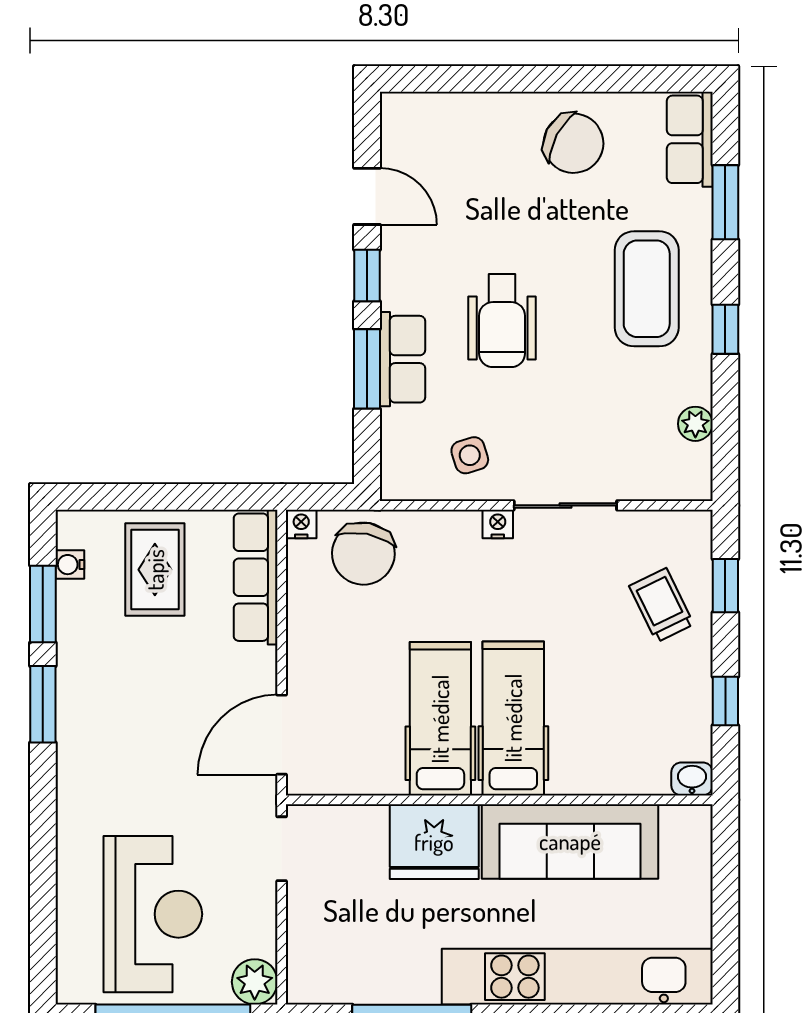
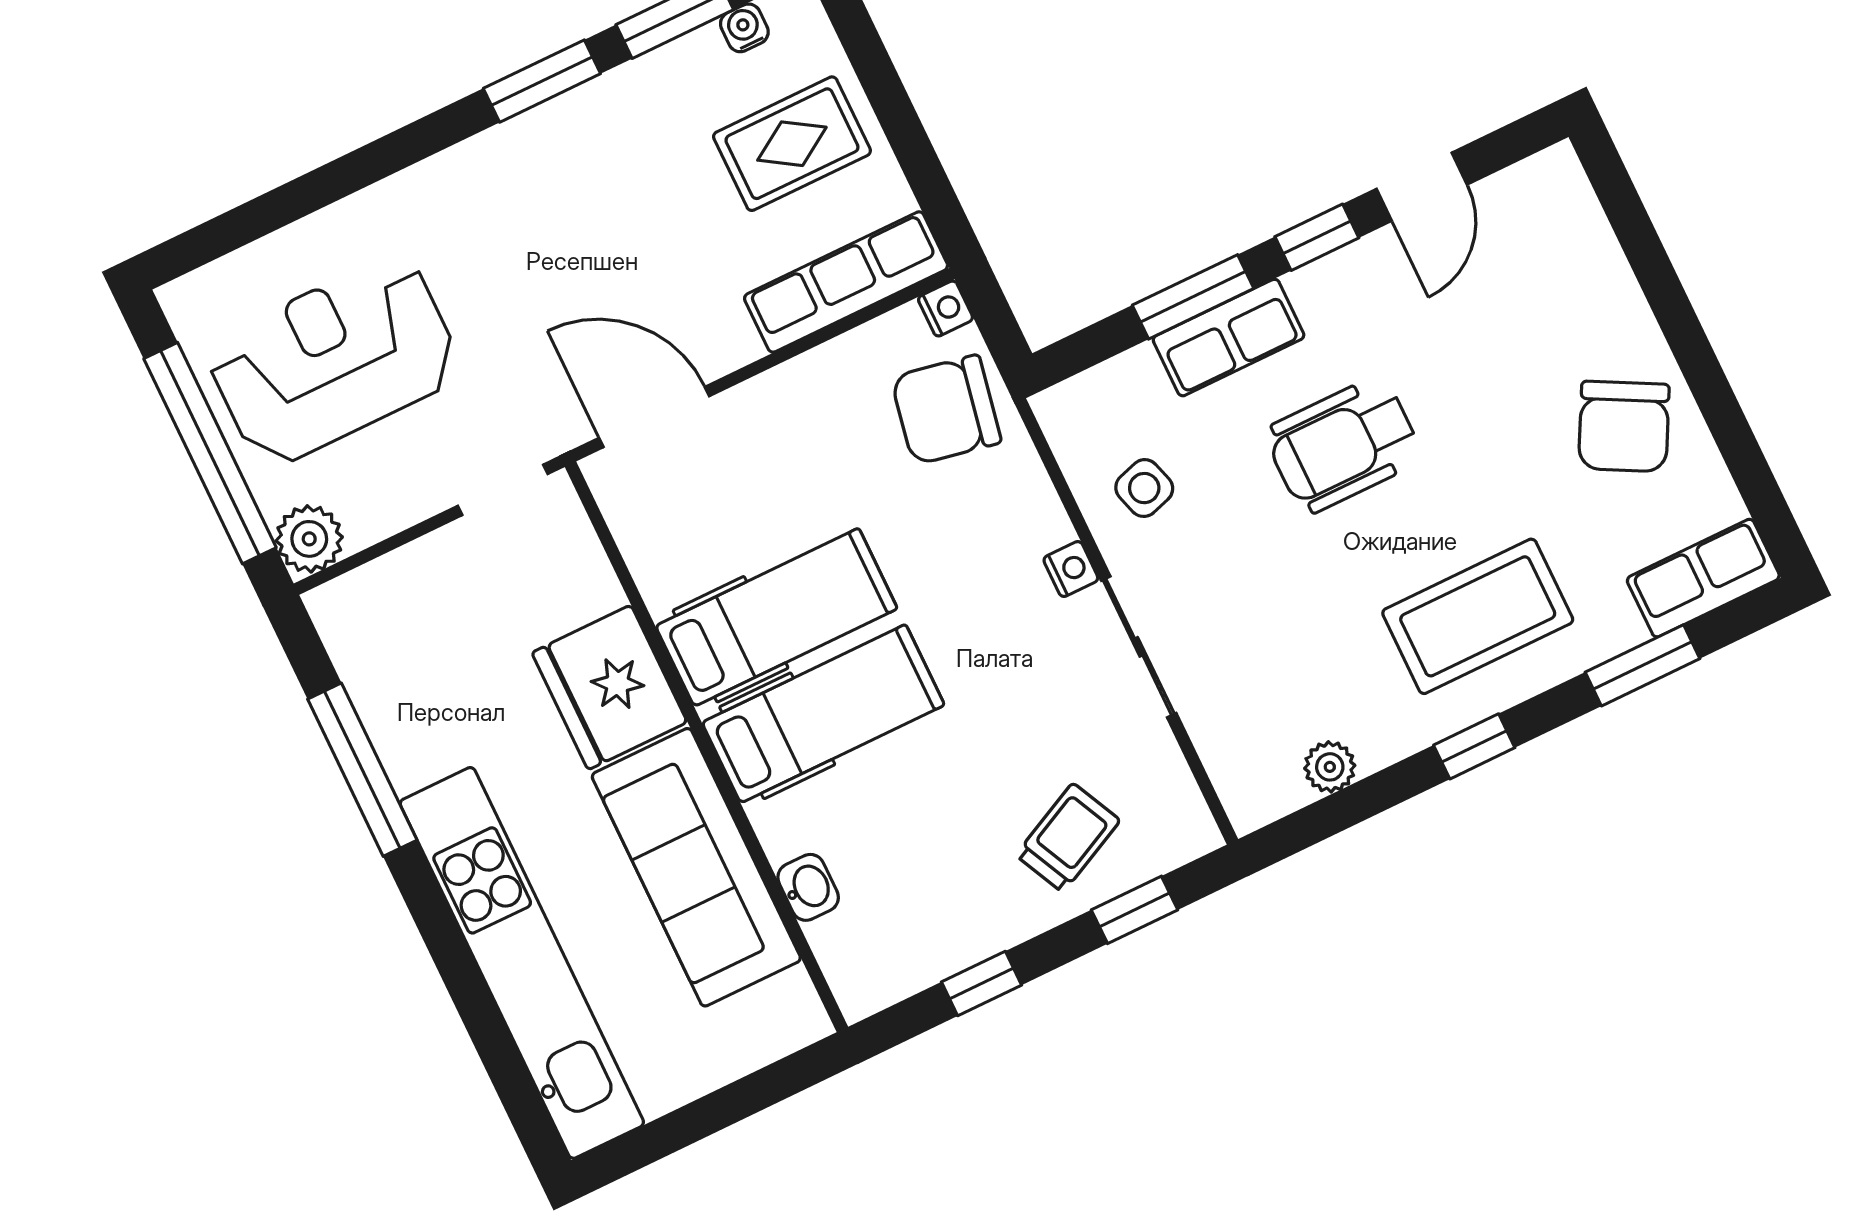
washbasin: (692, 779) -> (808, 887), moved
reception desk: (153, 914) -> (334, 361), turned 180

